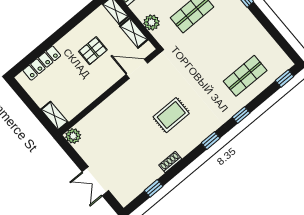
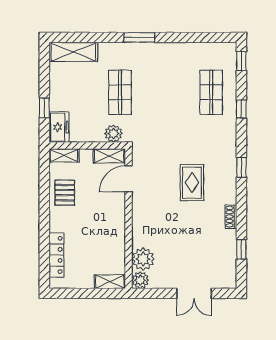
plant: (152, 22) -> (113, 134), moved
shelving: (134, 33) -> (109, 156), moved
pallet: (93, 51) -> (65, 193), moved
window: (241, 115) -> (241, 109), moved
plant: (90, 126) -> (143, 259), added

